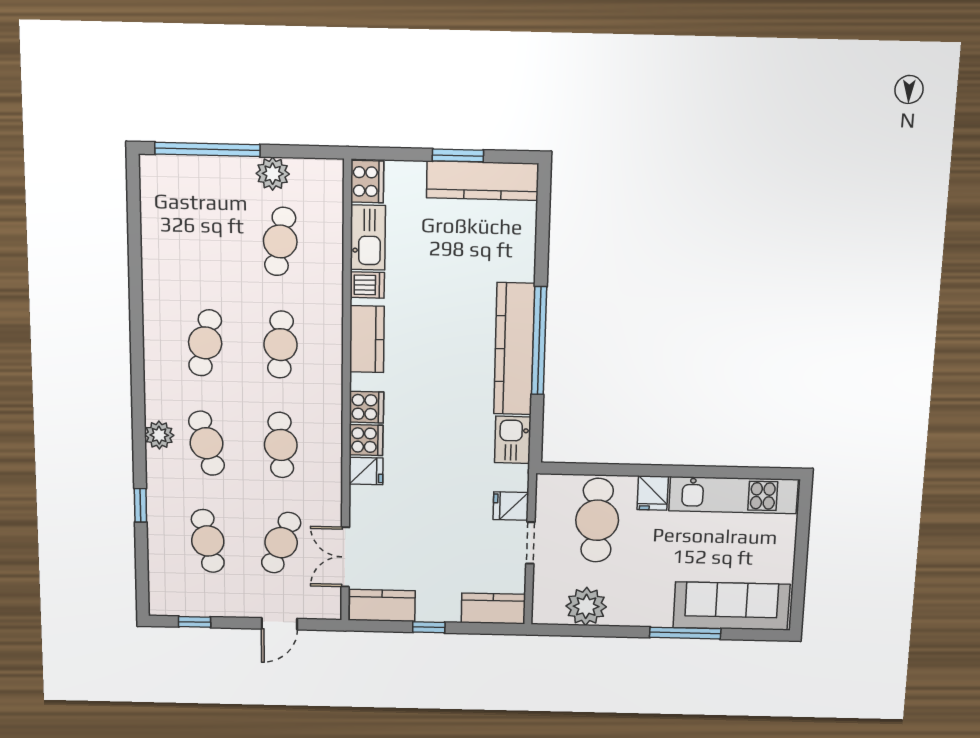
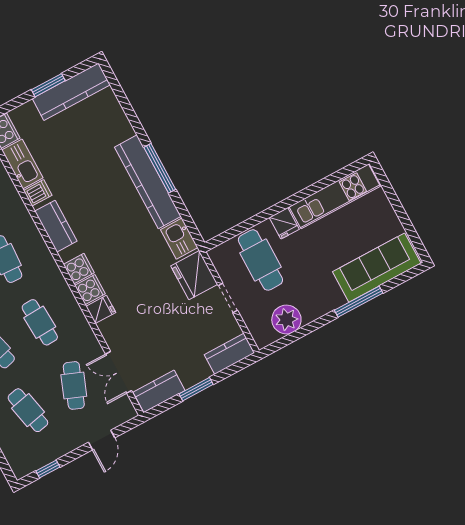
window: (539, 341) -> (160, 168), width x0.68
fridge: (511, 506) -> (194, 275), width x1.88, depth x1.34
window: (429, 627) -> (196, 389), width x1.50

